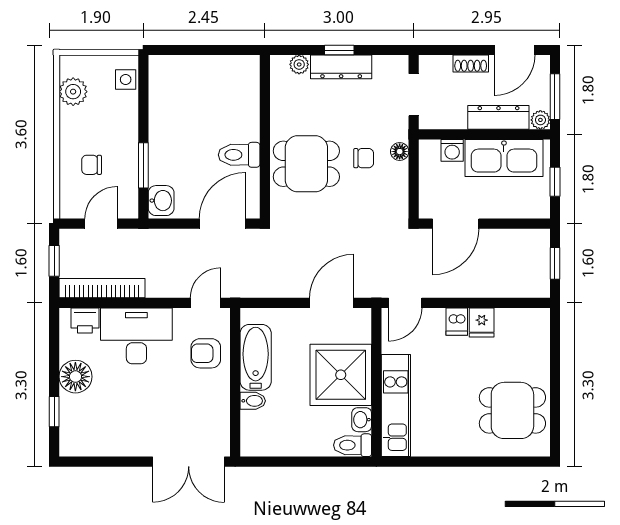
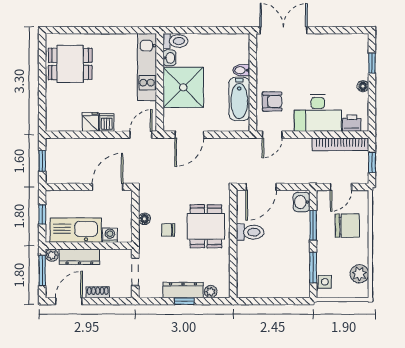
window: (143, 101) -> (313, 268), added
floor lamp: (400, 152) -> (144, 219), moved
dining table: (306, 164) -> (206, 226), turned 90
chair: (92, 165) -> (347, 226), width x1.87, depth x1.87
floor lamp: (75, 377) -> (363, 86), width x0.53, depth x0.53

